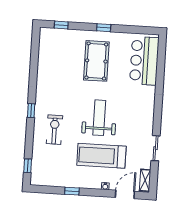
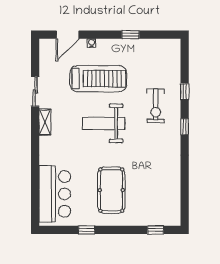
window: (104, 28) -> (87, 230), moved
weight bench: (99, 118) -> (104, 123), turned 90
window: (28, 166) -> (185, 92), moved
shelving: (145, 180) -> (45, 122), moved

